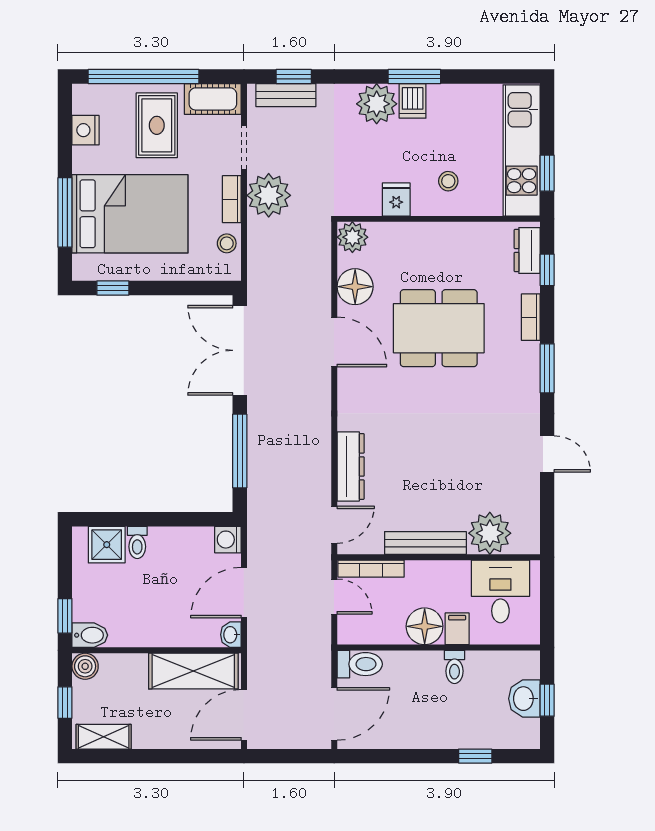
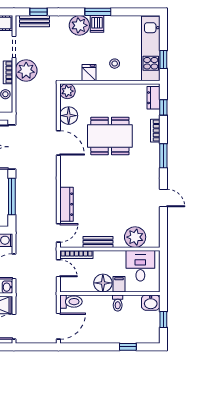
bench: (425, 543) -> (98, 242), width x0.73
washbasin: (524, 699) -> (151, 303), moved, turned -90

